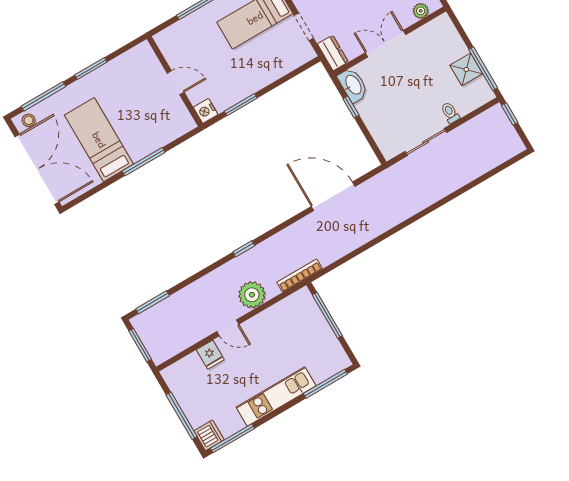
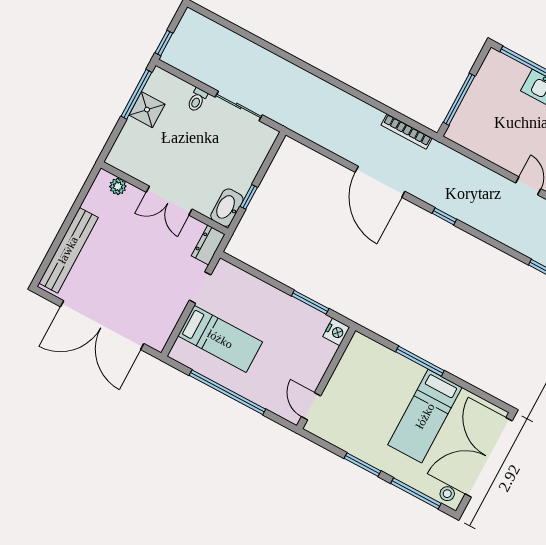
door: (176, 83) -> (311, 406), moved
door: (333, 196) -> (380, 182), moved
bookcase: (300, 276) -> (407, 132), moved
plant: (252, 295) -> (483, 182), removed

